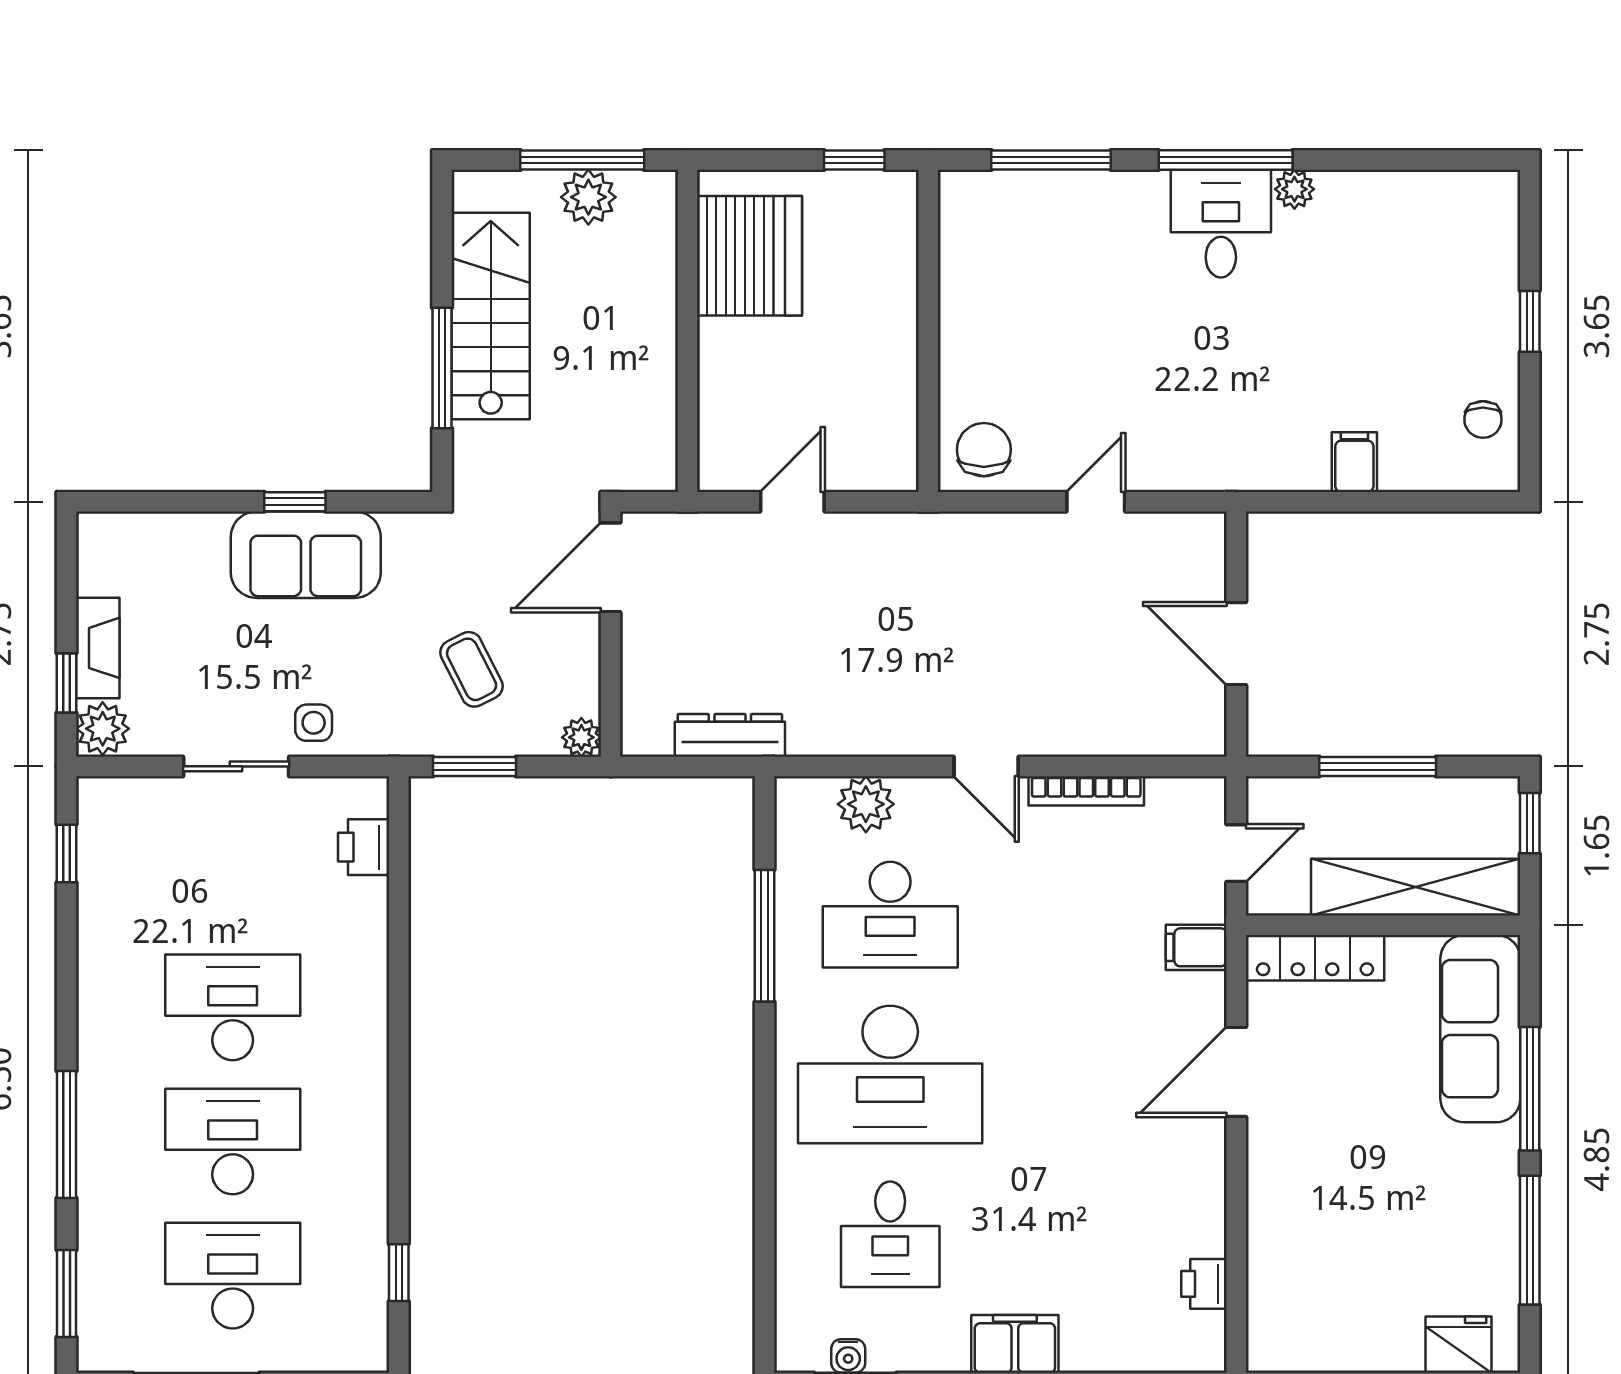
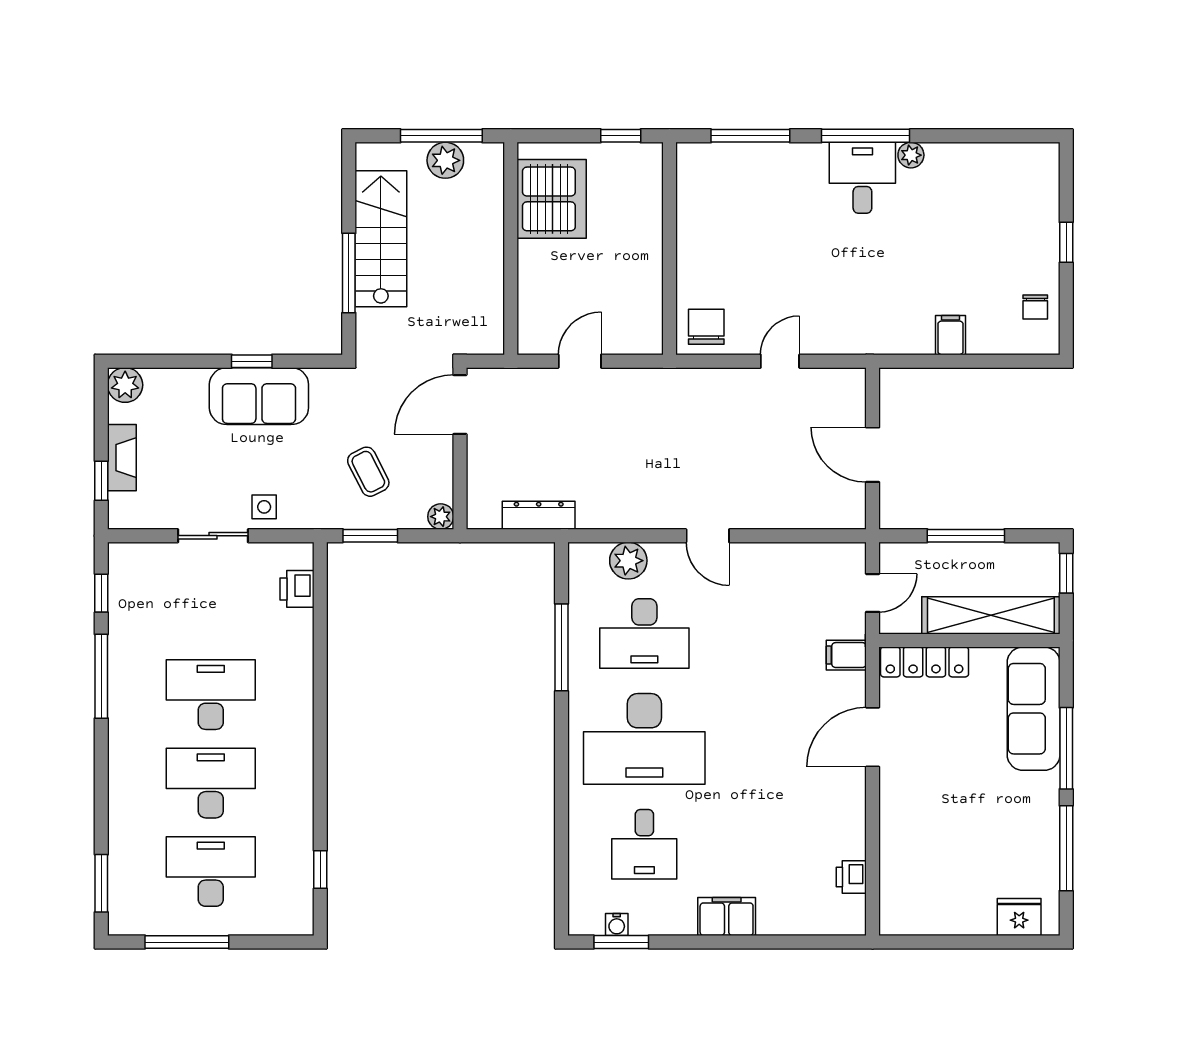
plant: (103, 729) -> (125, 385), moved
bookcase: (1086, 791) -> (774, 552), removed
window: (67, 1135) -> (101, 676), moved

